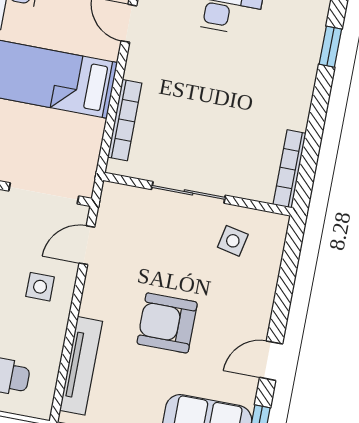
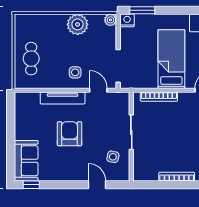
bookcase: (290, 169) -> (177, 177), moved
door: (271, 361) -> (97, 185), moved
tv unit: (81, 366) -> (63, 98), moved

